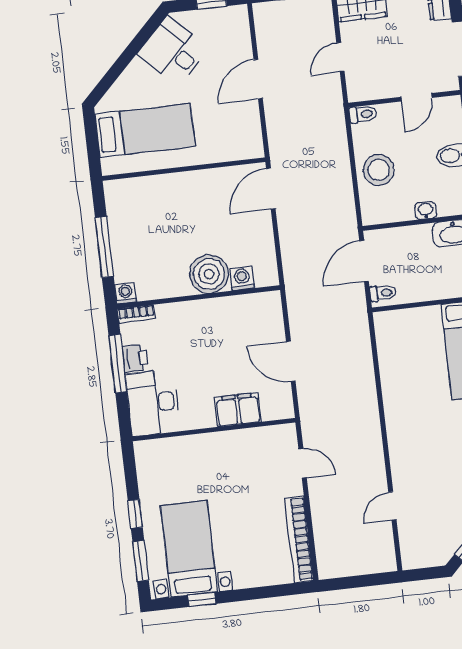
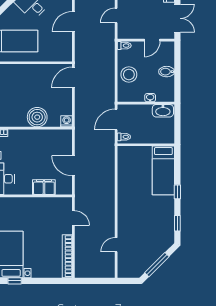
washing machine: (242, 278) -> (67, 121), moved

